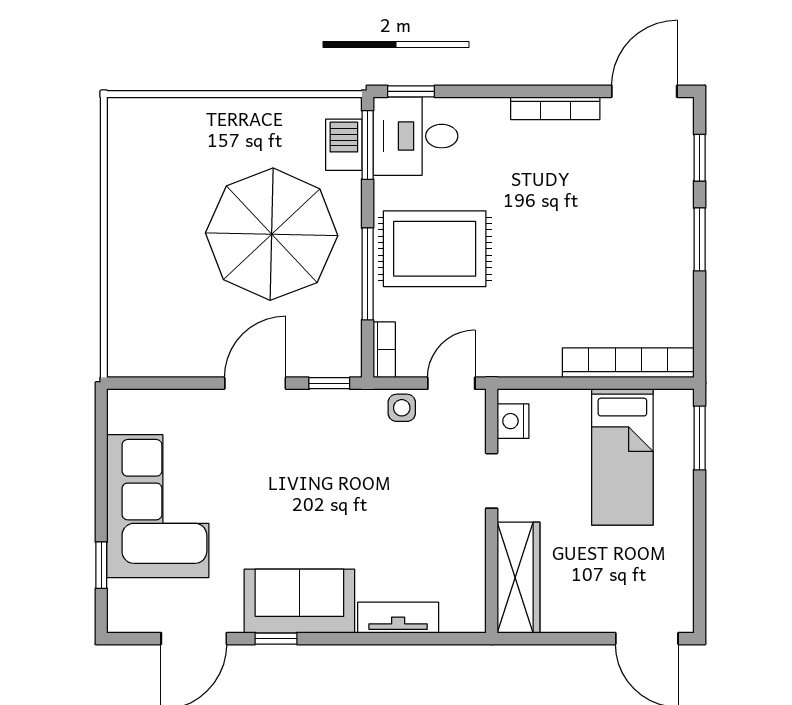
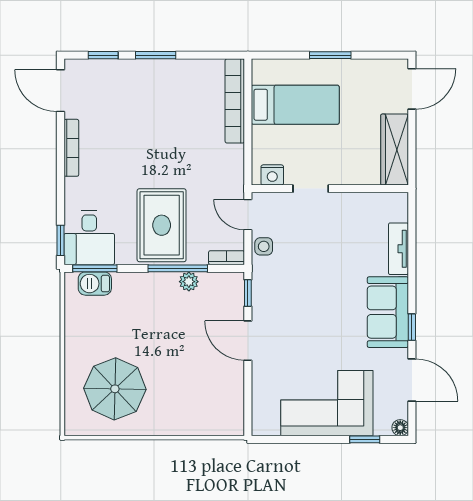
parasol: (272, 234) -> (115, 389), moved, width x0.73, depth x0.73
plant: (347, 291) -> (189, 282), added
window: (700, 438) -> (330, 55), moved
wardrobe: (519, 578) -> (395, 150), moved, turned -90
floor lamp: (119, 620) -> (400, 428), added

